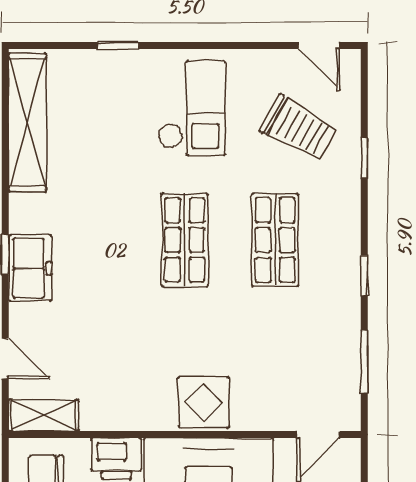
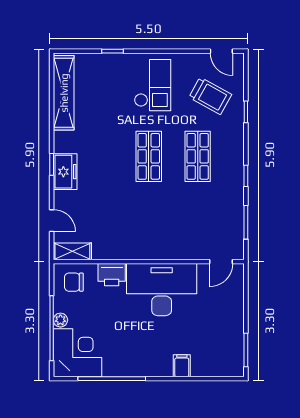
display table: (204, 402) -> (159, 244), removed

